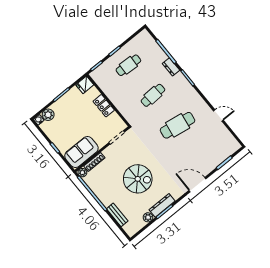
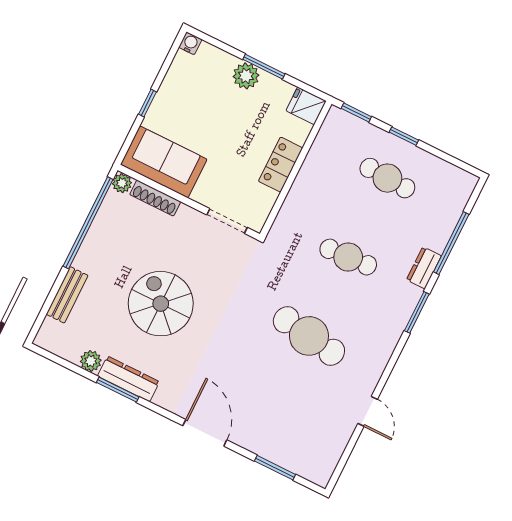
plant: (48, 115) -> (246, 76), moved
spiral stairs: (138, 179) -> (161, 304), turned 180

